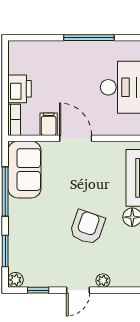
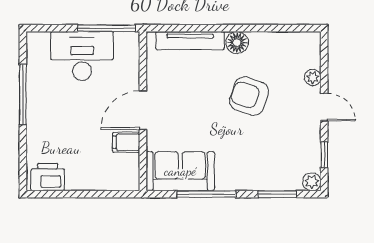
printer: (19, 89) -> (48, 177), moved
bookcase: (14, 120) -> (121, 183), removed

